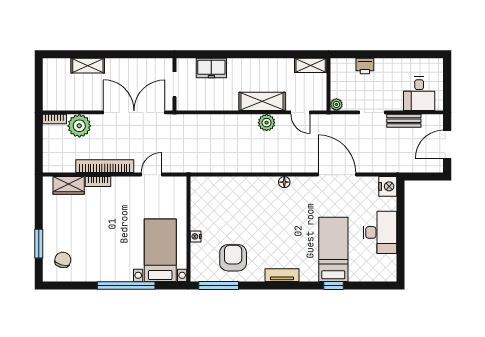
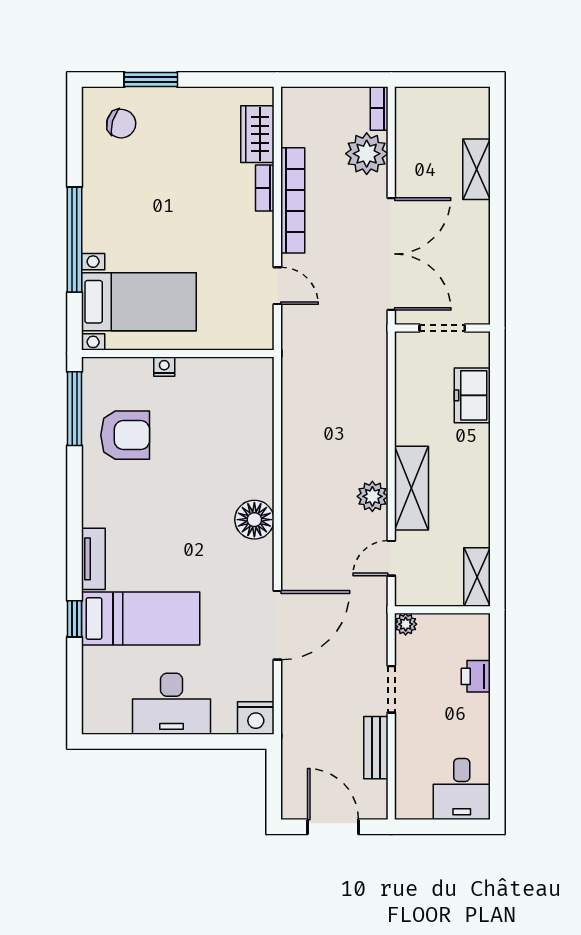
desk: (419, 94) -> (462, 789), moved, turned -90
floor lamp: (284, 182) -> (254, 520), width x1.89, depth x1.89
tv unit: (282, 275) -> (93, 559), moved

